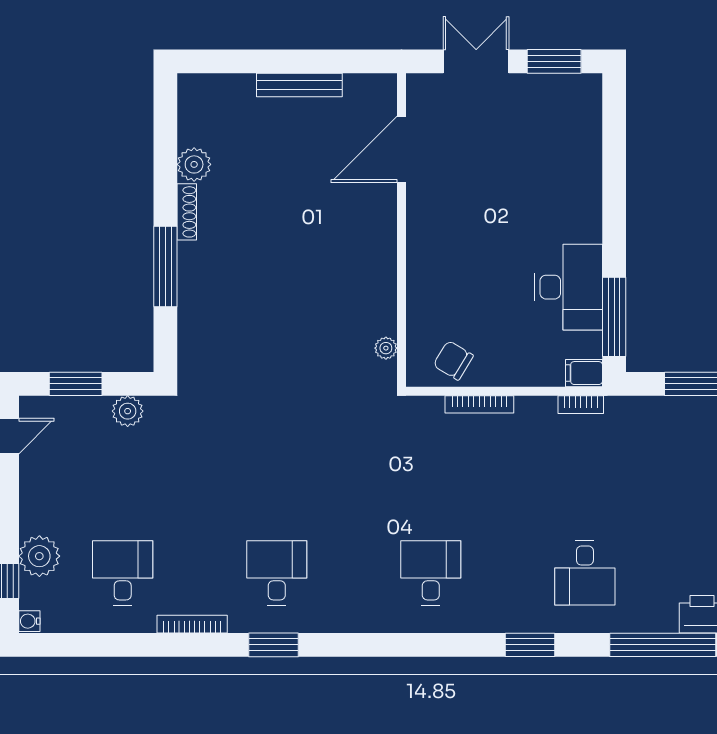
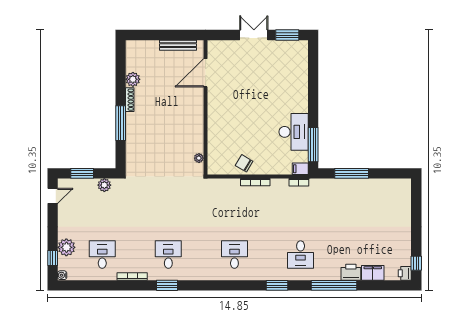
door: (401, 149) -> (206, 73), moved
wall: (401, 230) -> (206, 107), moved
plant: (386, 348) -> (199, 158), moved

